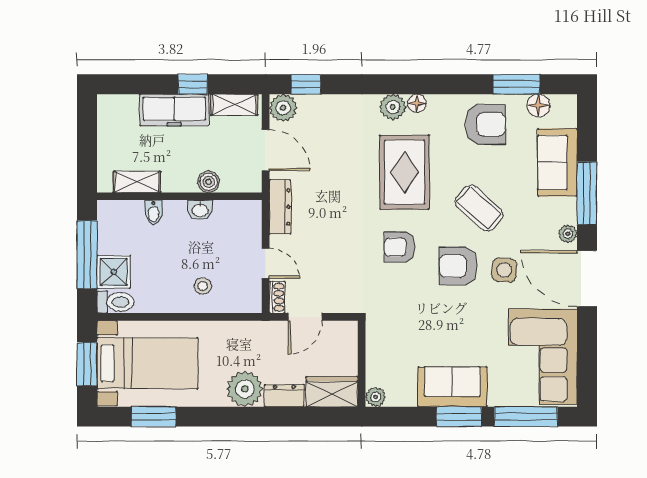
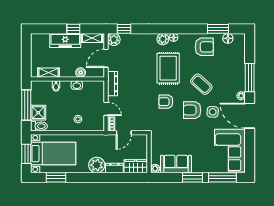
door: (266, 150) -> (106, 58), swing flipped
sofa: (557, 162) -> (236, 64), removed
sofa: (452, 387) -> (176, 164), moved

